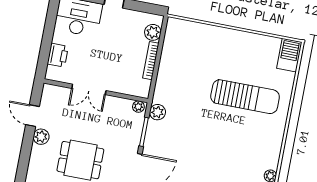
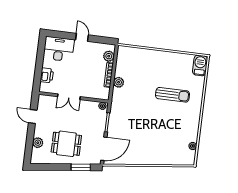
sun lounger: (245, 97) -> (173, 95), width x0.73, depth x0.75
plant: (158, 112) -> (119, 82), moved
plant: (41, 137) -> (38, 143), moved

